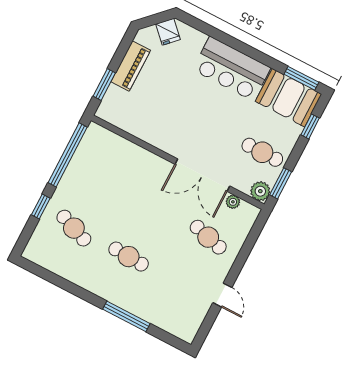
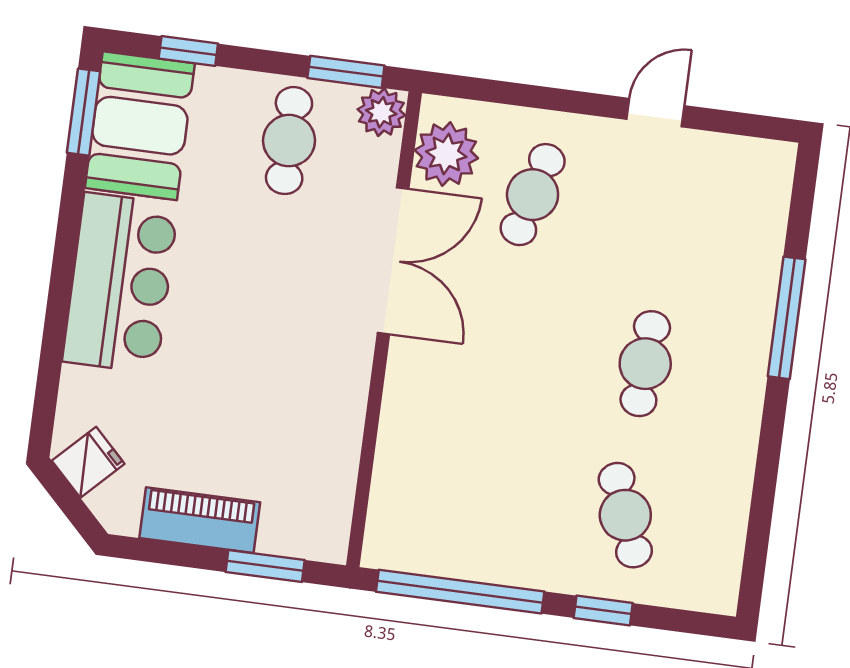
plant: (233, 202) -> (446, 154), width x1.87, depth x1.87
cafe table: (74, 228) -> (625, 515), turned -42

